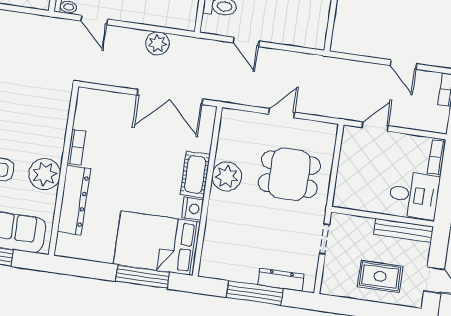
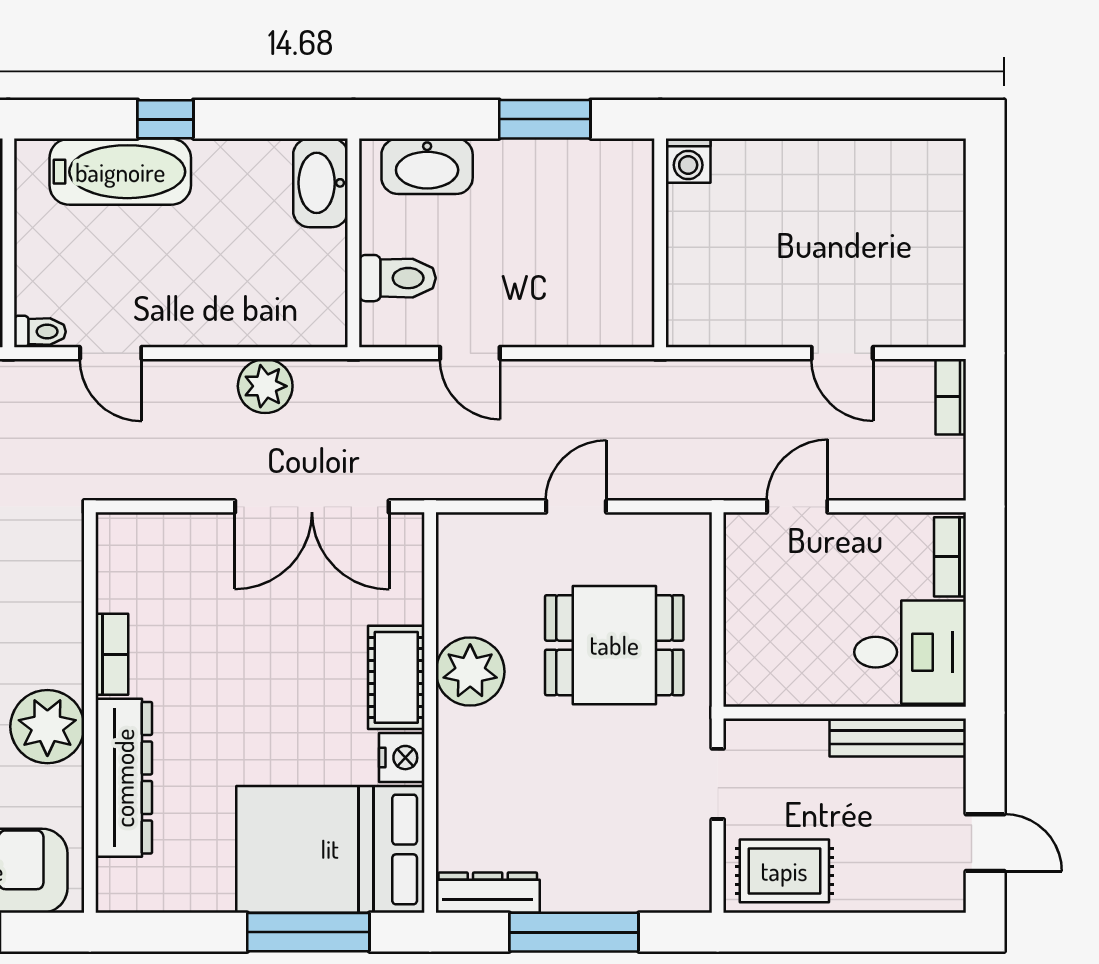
rug: (380, 276) -> (784, 871), moved
dresser: (281, 280) -> (488, 893), moved

